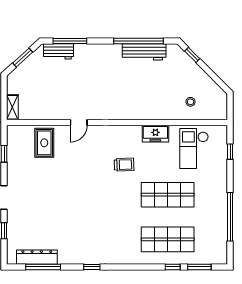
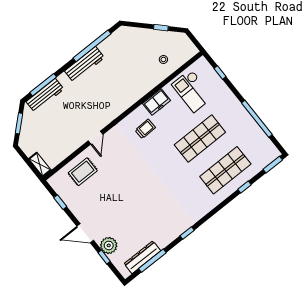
workbench: (59, 51) -> (45, 95), width x1.38
workbench: (144, 52) -> (85, 64), moved
window: (192, 55) -> (161, 28), moved
rug: (44, 143) -> (83, 172), turned 90
trolley: (124, 165) -> (145, 129), moved
plant: (16, 224) -> (109, 245), added
window: (199, 267) -> (273, 165), moved

